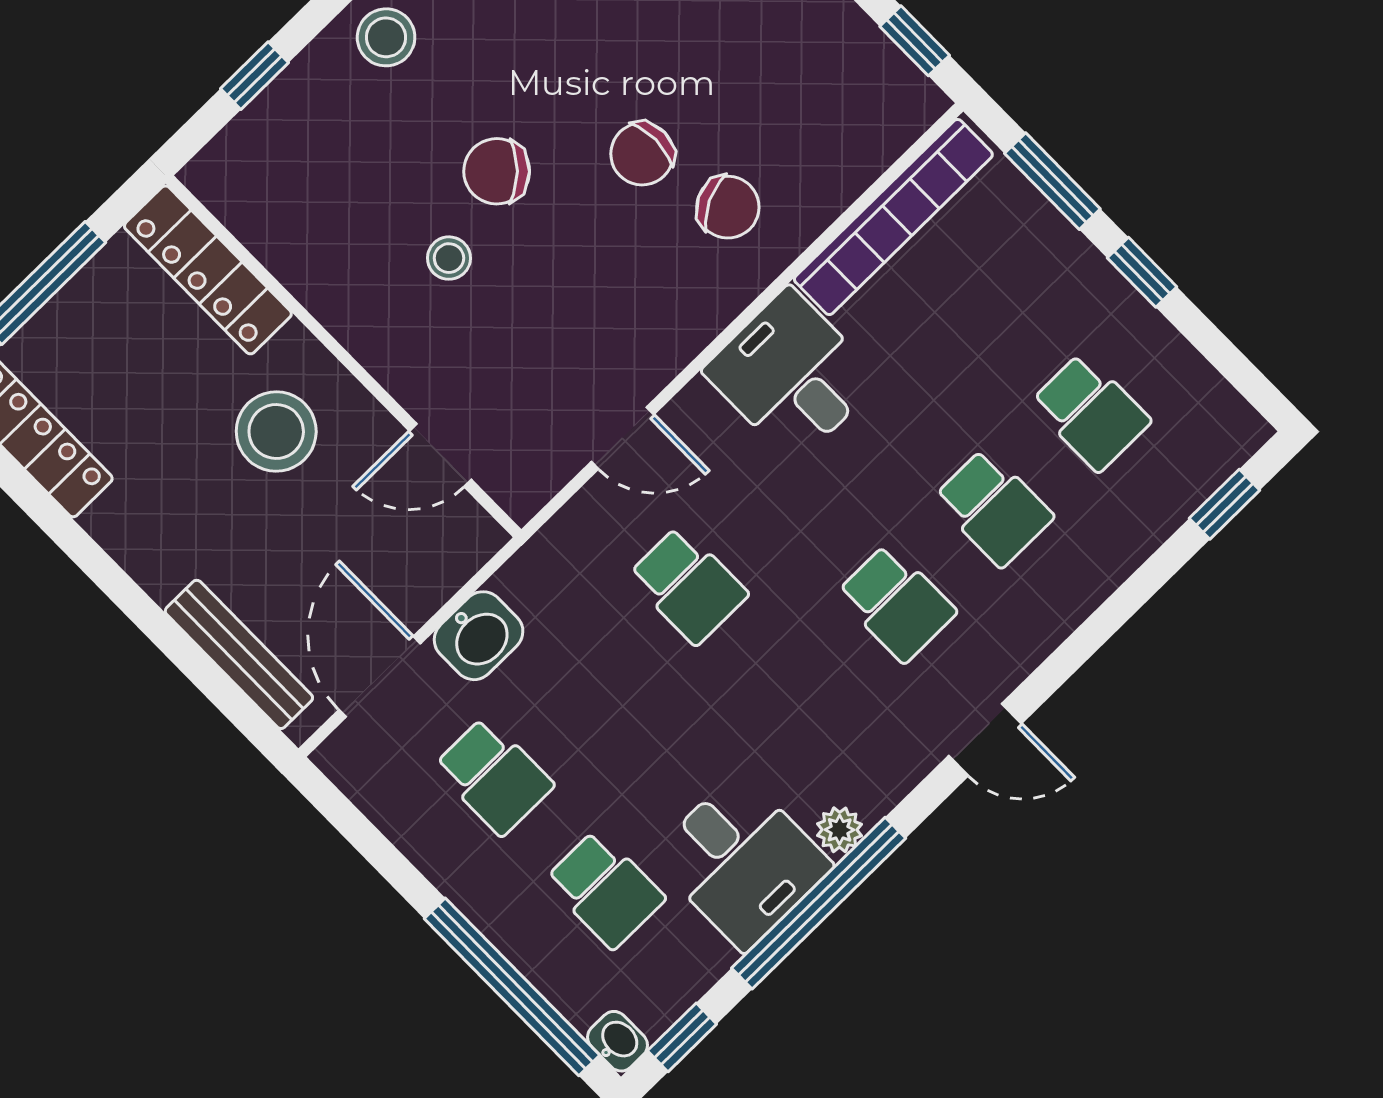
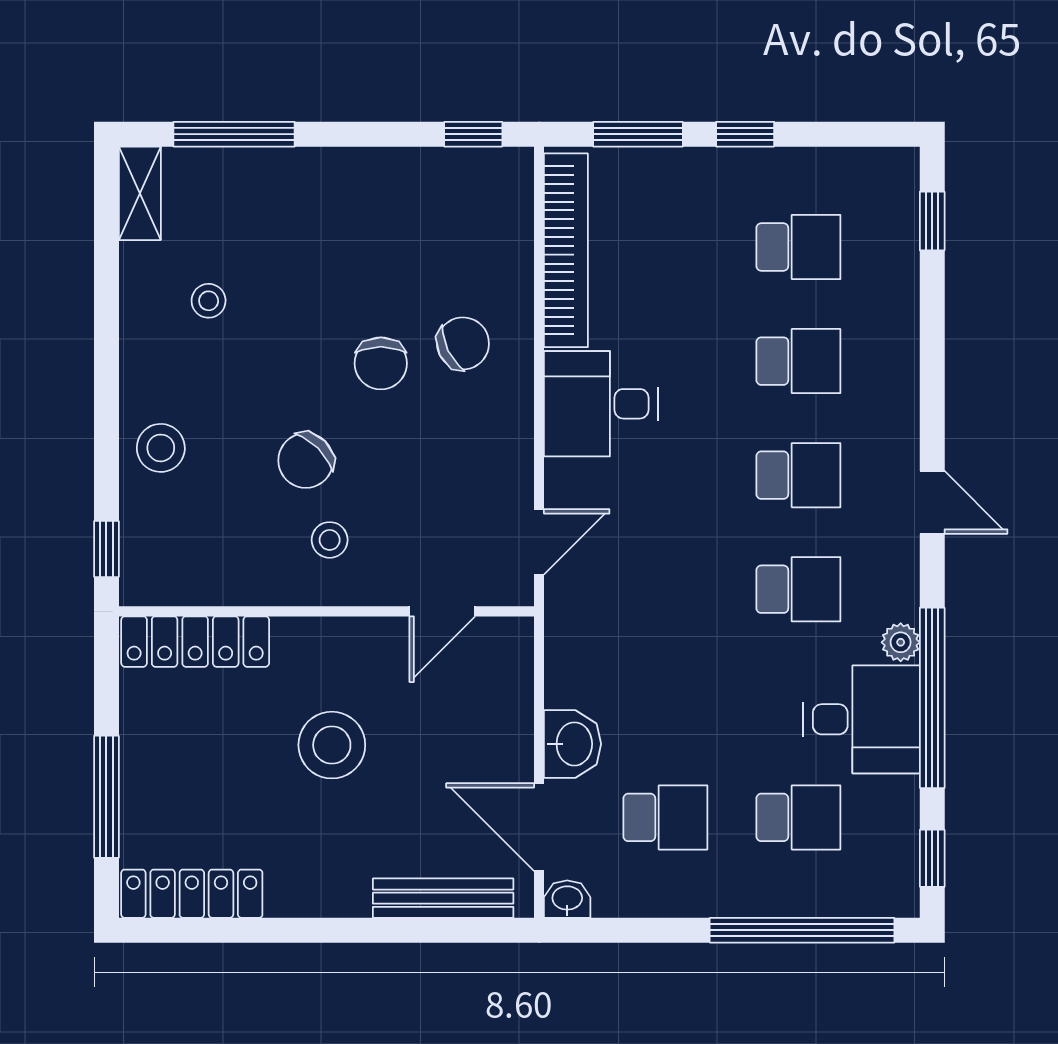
locker: (208, 270) -> (195, 642), moved
wall: (343, 356) -> (326, 611), moved
door: (440, 455) -> (442, 611), moved
school desk: (688, 585) -> (798, 589), moved
door: (985, 740) -> (932, 502), hinge flipped
washbasin: (618, 1041) -> (567, 899), moved

